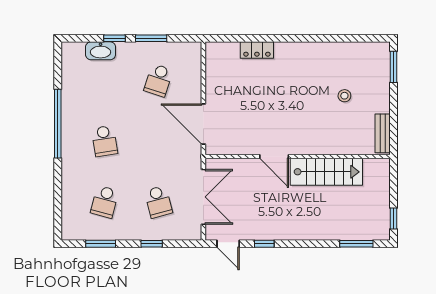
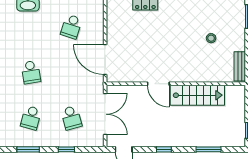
window: (264, 244) -> (164, 149), moved
window: (356, 244) -> (208, 149), moved

